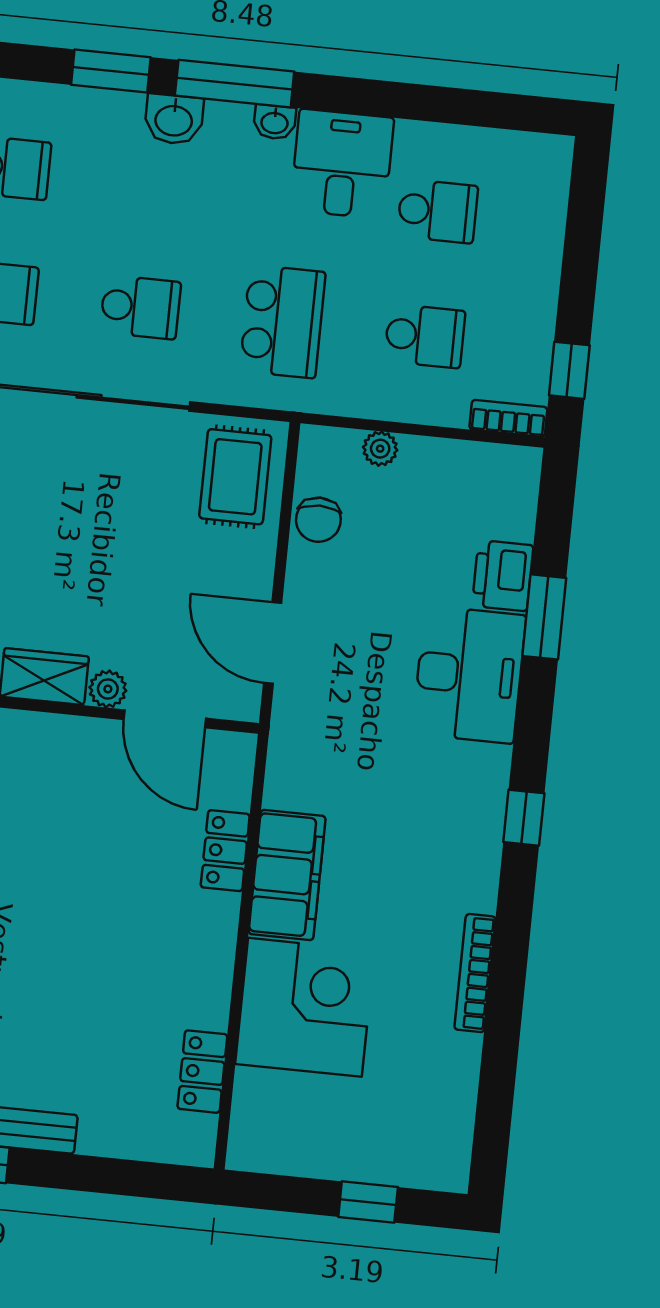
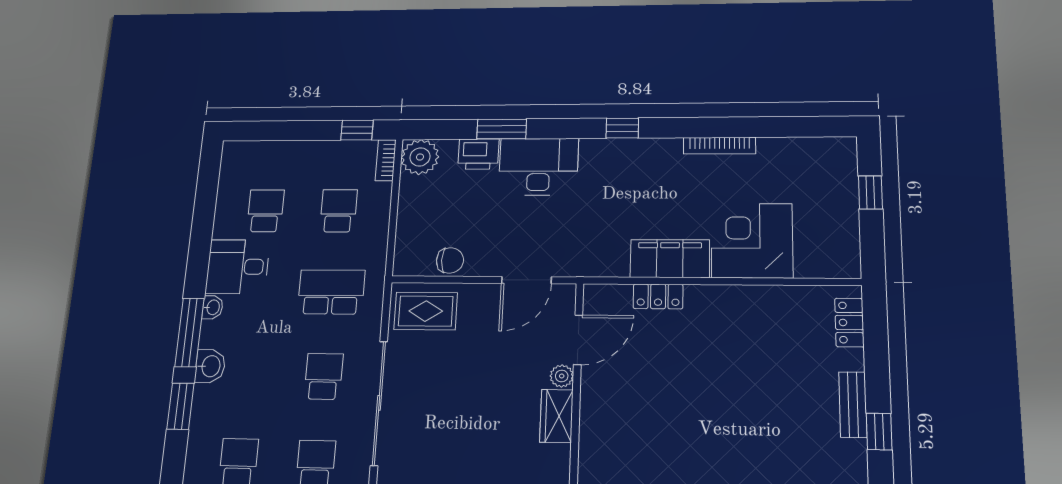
plant: (380, 449) -> (420, 157), moved, width x1.88, depth x1.88
locker: (202, 1072) -> (849, 323), moved, turned 90

